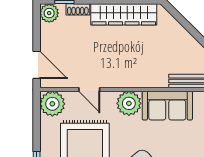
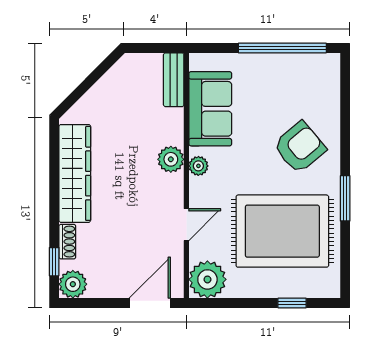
plant: (133, 79) -> (171, 159), added
plant: (129, 103) -> (198, 166), width x0.53, depth x0.53

